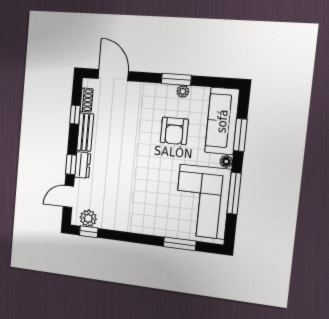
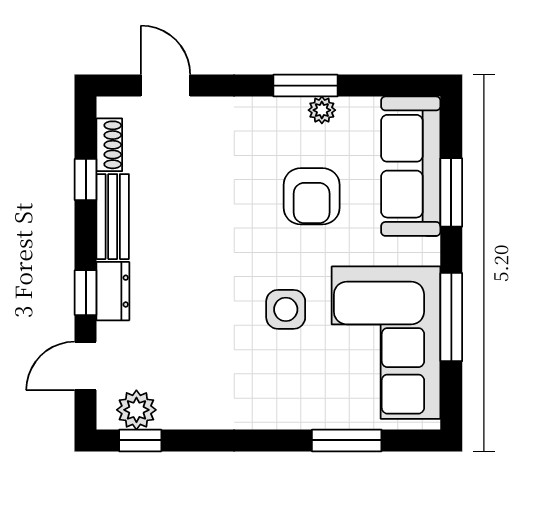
door: (113, 75) -> (166, 86), width x0.73
floor lamp: (226, 161) -> (428, 251), removed
side table: (158, 181) -> (286, 309), added

